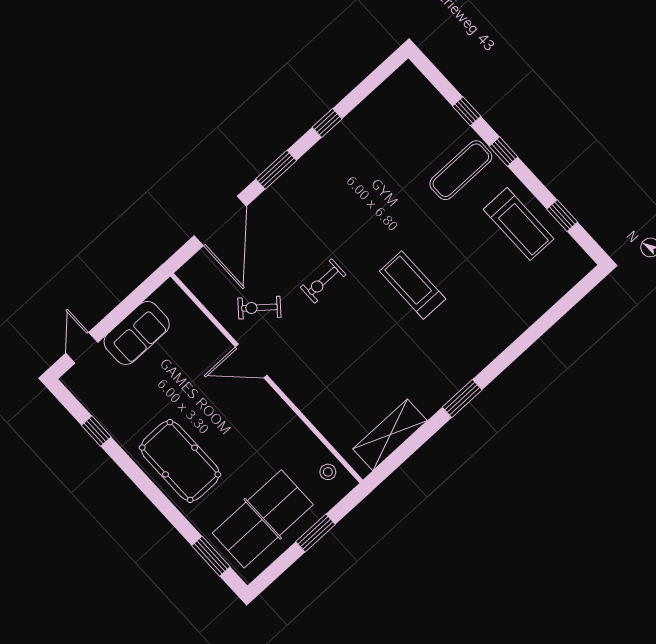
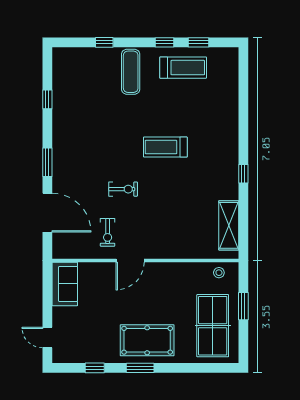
window: (327, 123) -> (47, 99), moved
window: (504, 152) -> (165, 42), moved
exercise bike: (323, 281) -> (123, 189), turned -90
exercise bike: (259, 308) -> (108, 232), turned -40
sofa: (137, 333) -> (65, 284), moved
window: (462, 399) -> (243, 174), width x0.67
window: (211, 556) -> (140, 368), moved

